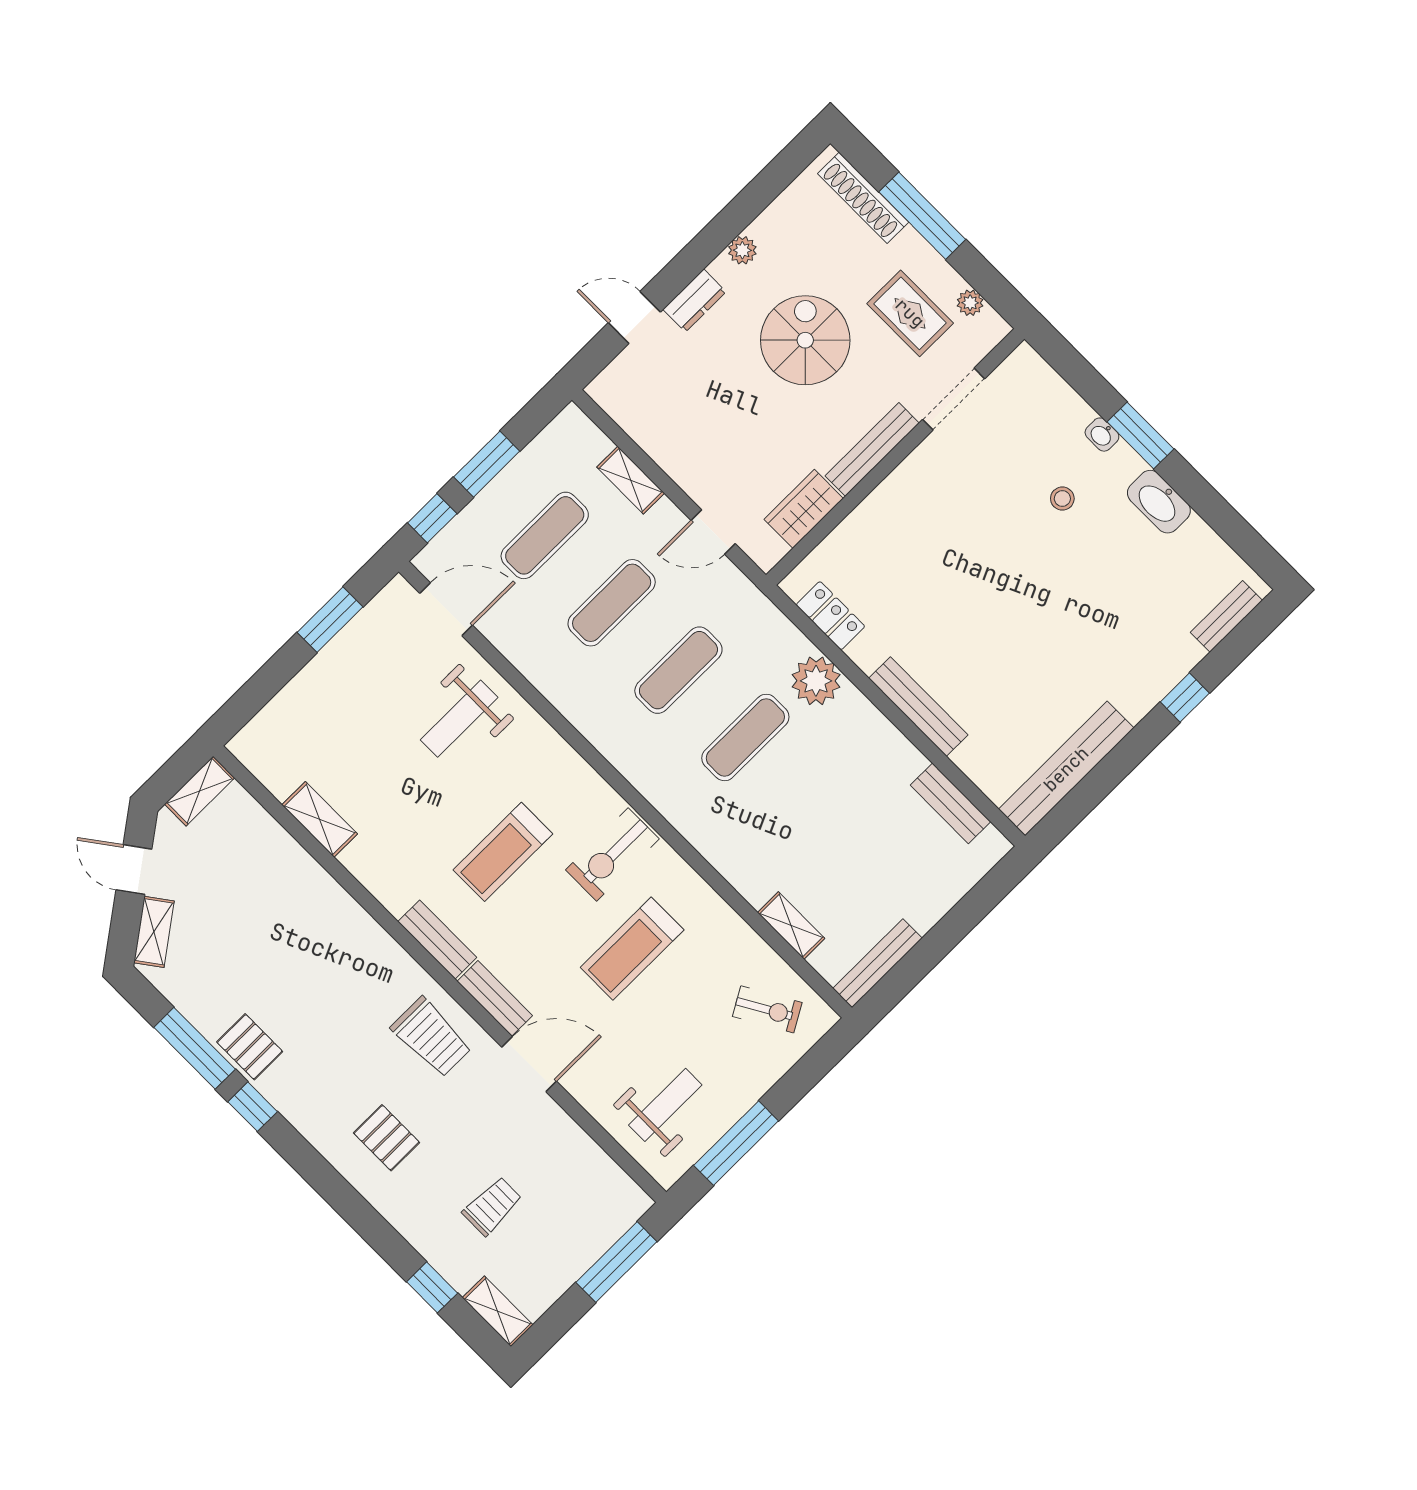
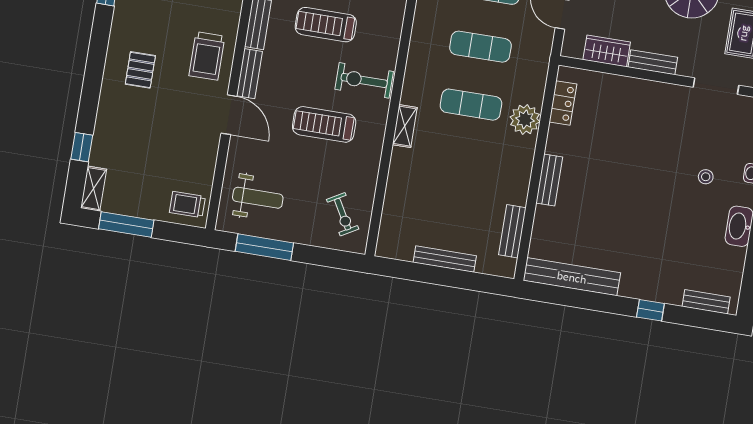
bench: (872, 449) -> (653, 62), width x0.73
bench: (918, 707) -> (549, 180), width x0.73
shelving: (791, 926) -> (405, 126), moved
bench: (877, 963) -> (445, 259), moved
trolley: (492, 1206) -> (187, 205), moved, turned 180
window: (616, 1262) -> (126, 224), moved

